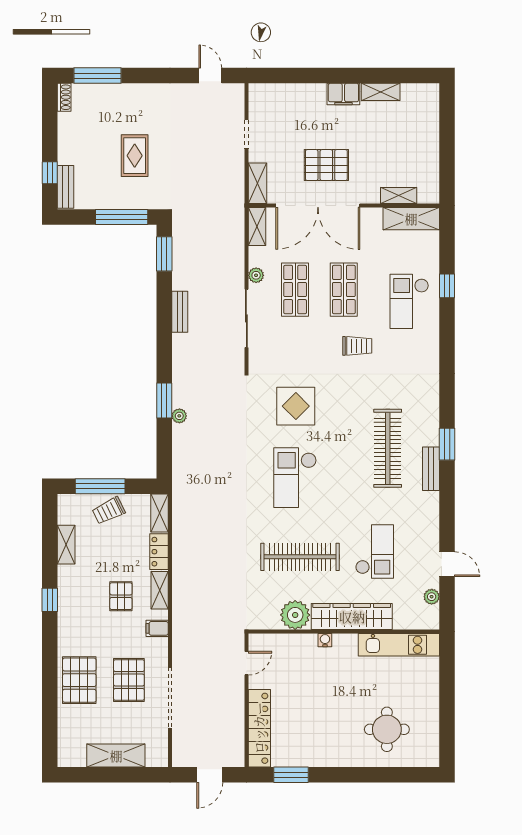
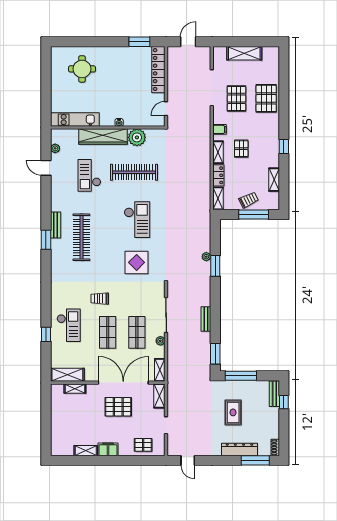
dresser: (124, 94) -> (239, 449), added
pallet: (285, 101) -> (143, 445), added

